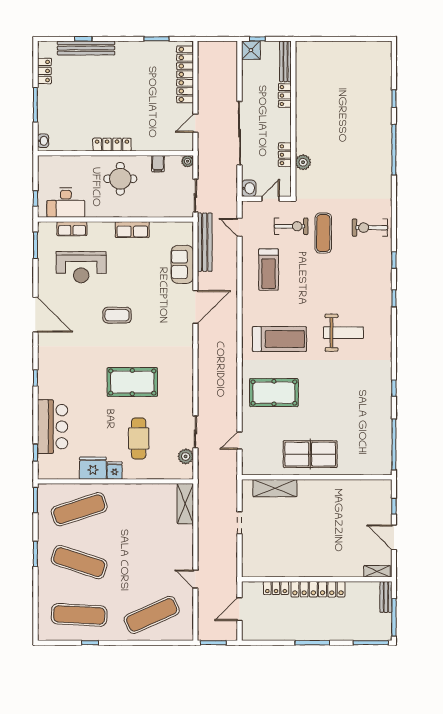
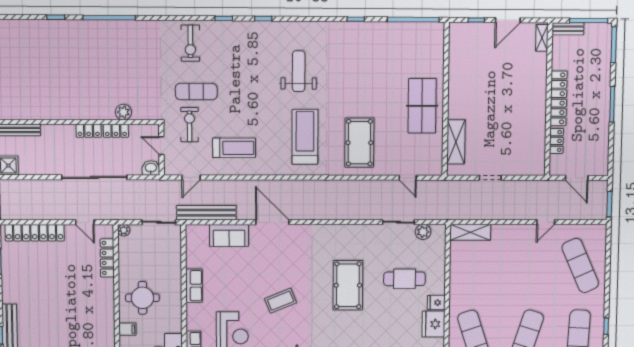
locker: (285, 96) -> (89, 131), moved
locker: (112, 145) -> (107, 258), moved
filing cabinet: (158, 164) -> (127, 329), moved
coffee table: (117, 315) -> (281, 301), turned 68

